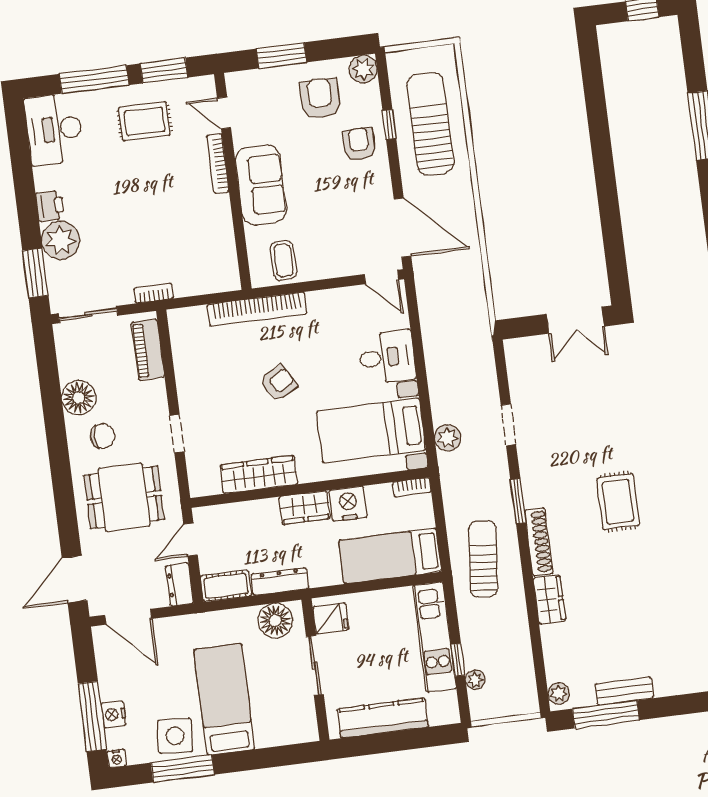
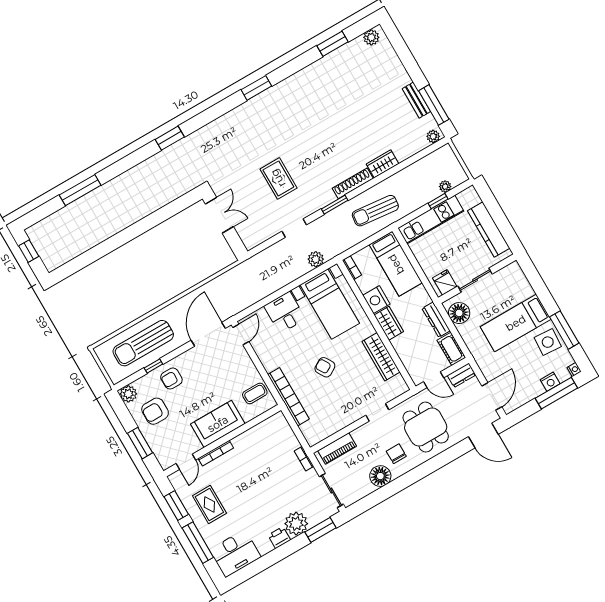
rug: (618, 502) -> (278, 178), moved, turned 90

